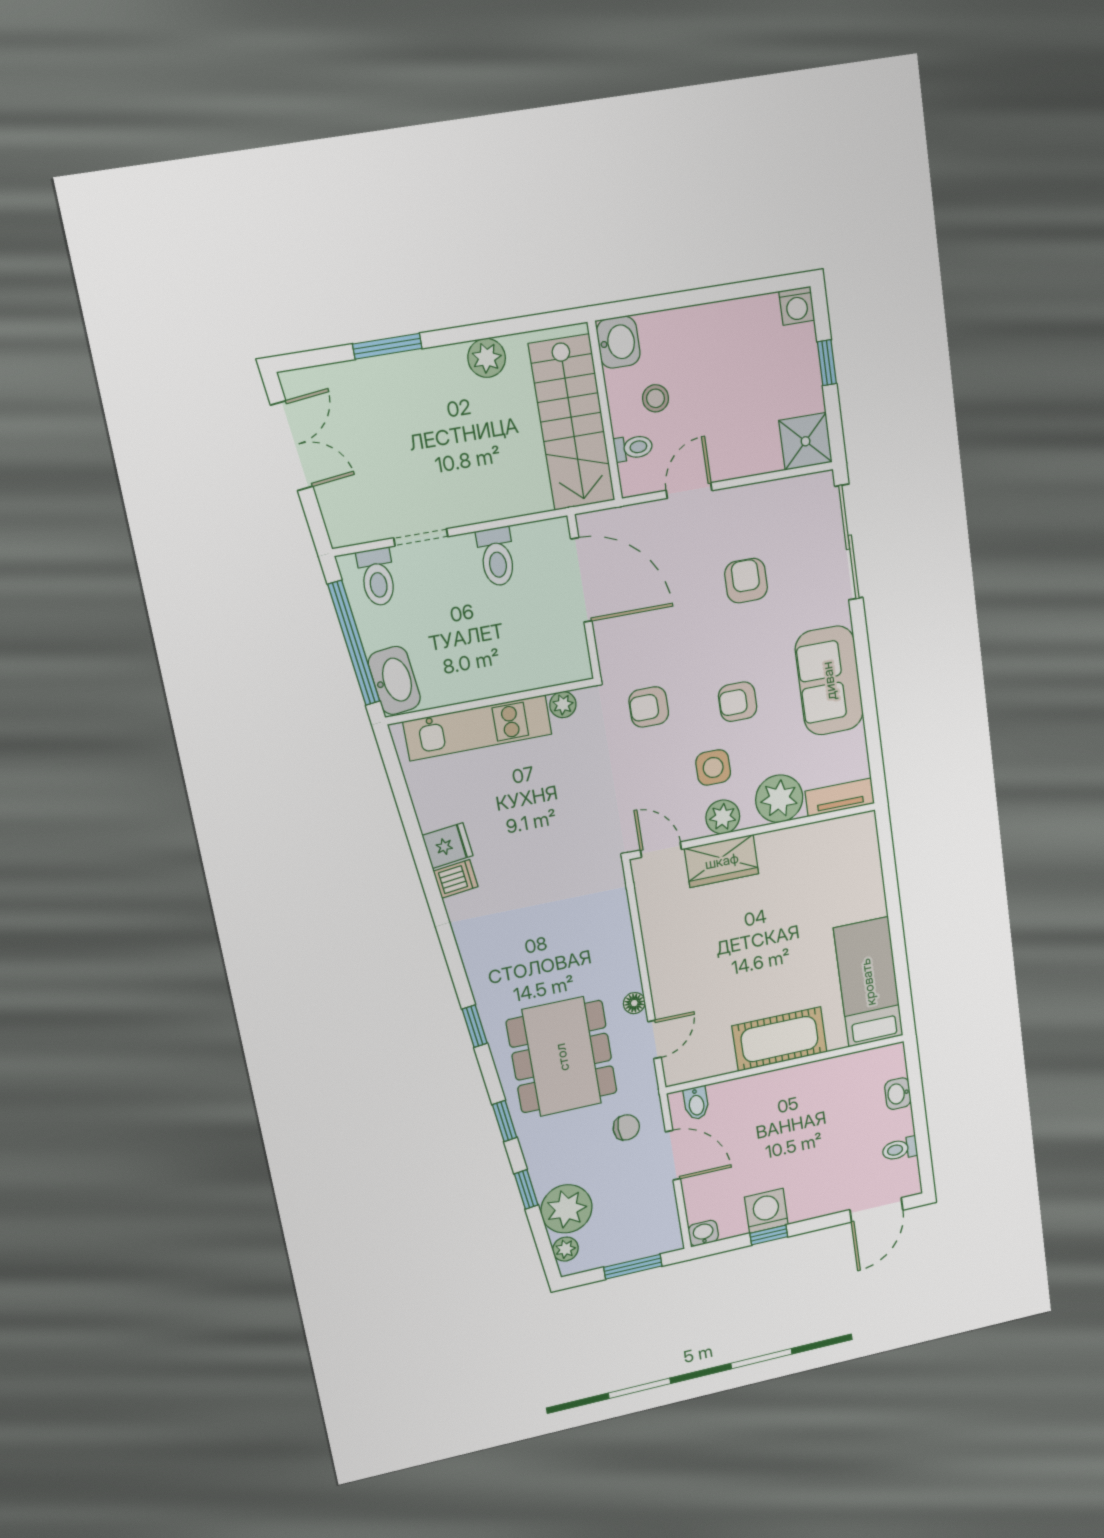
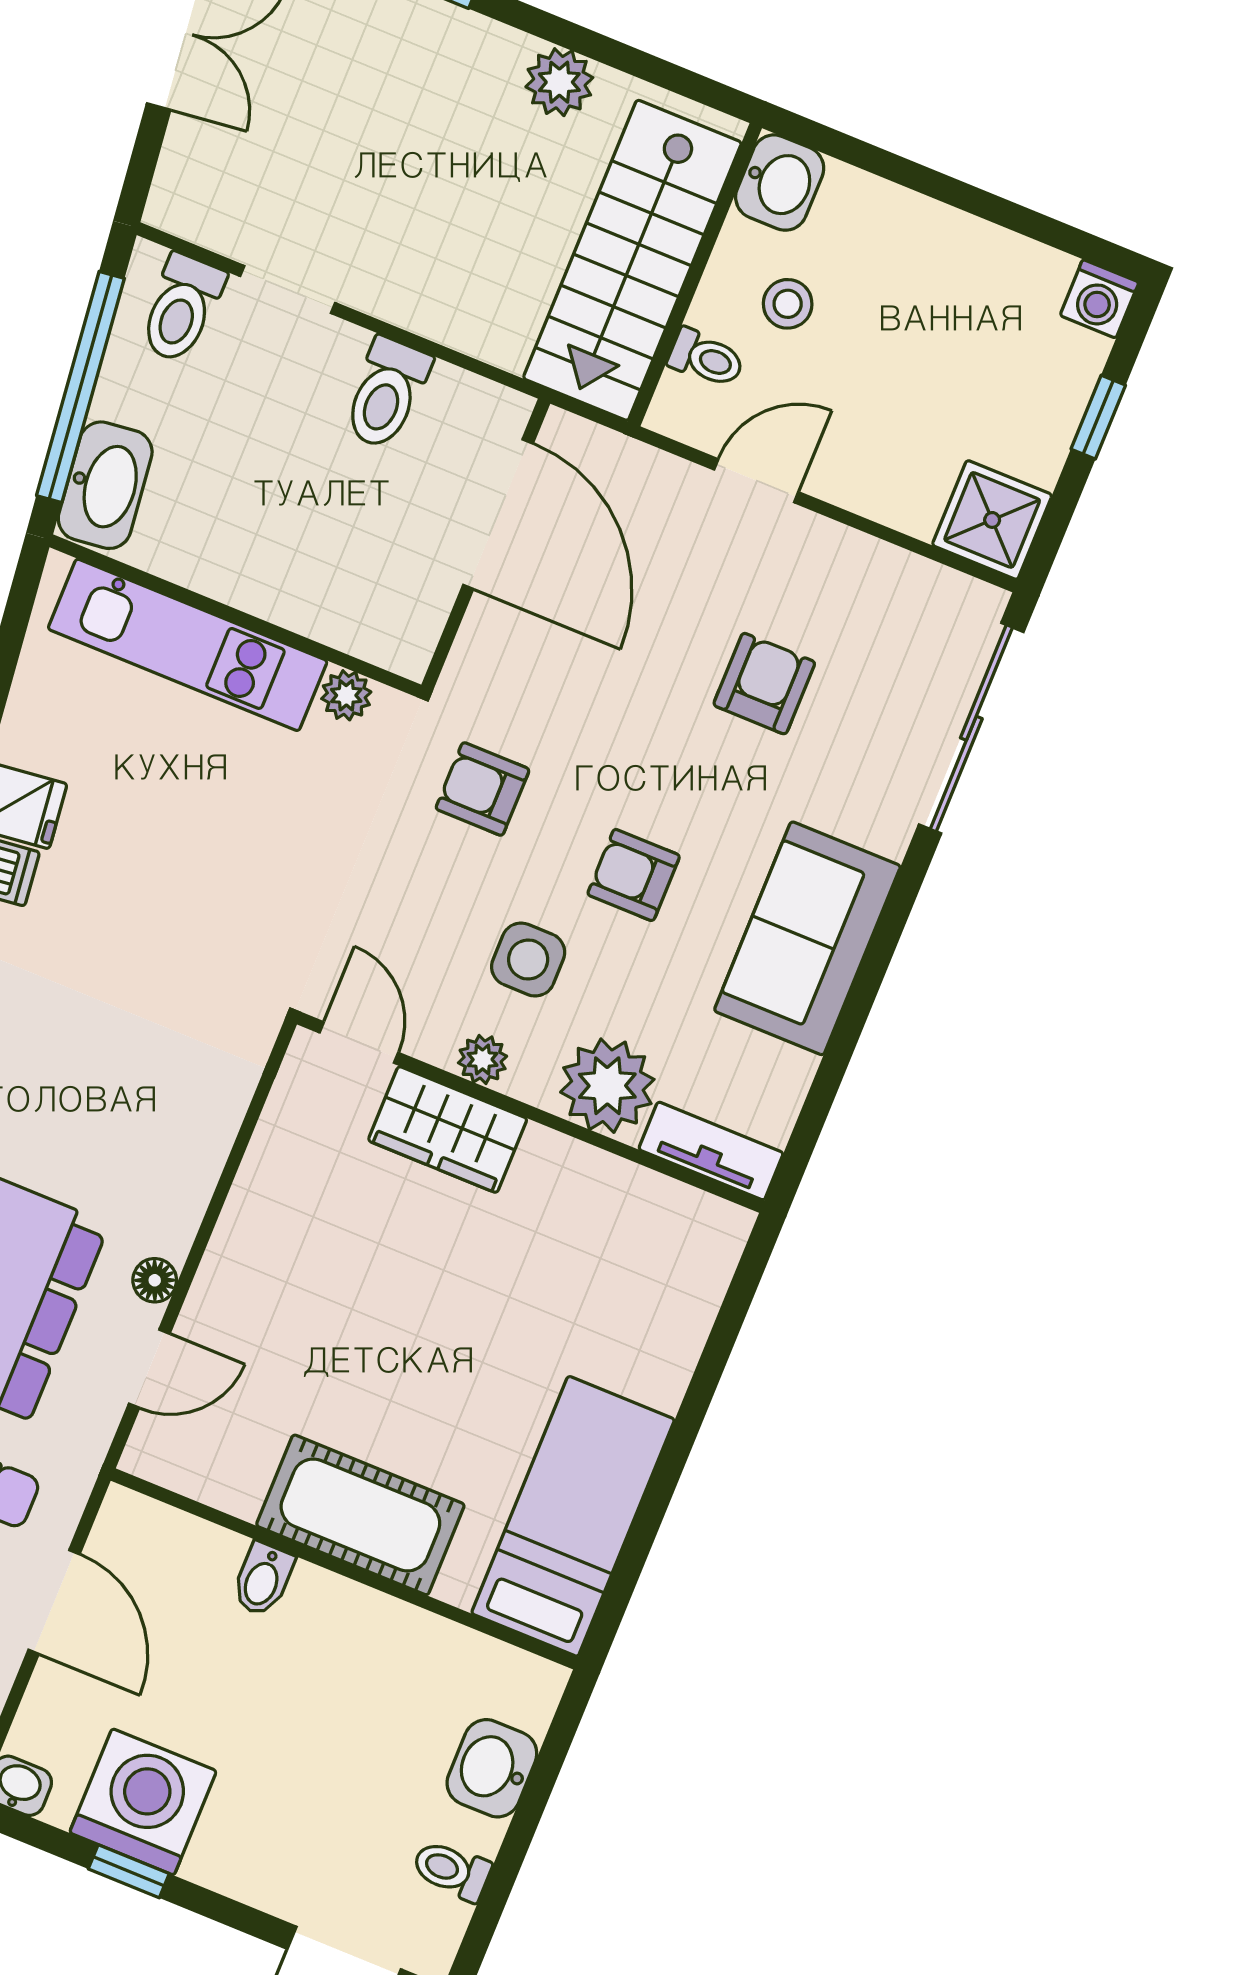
plant: (723, 817) -> (483, 1059), width x0.73, depth x0.73
washbasin: (898, 1094) -> (492, 1768), width x1.38, depth x1.45
bidet: (696, 1103) -> (263, 1579), moved
washing machine: (766, 1211) -> (143, 1802), width x1.37, depth x1.37

